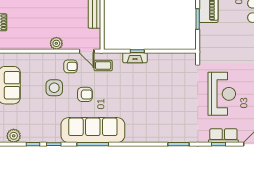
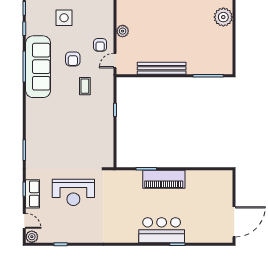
fireplace: (135, 58) -> (109, 108), removed
coffee table: (103, 66) -> (85, 86), moved
side table: (54, 88) -> (64, 18), moved

